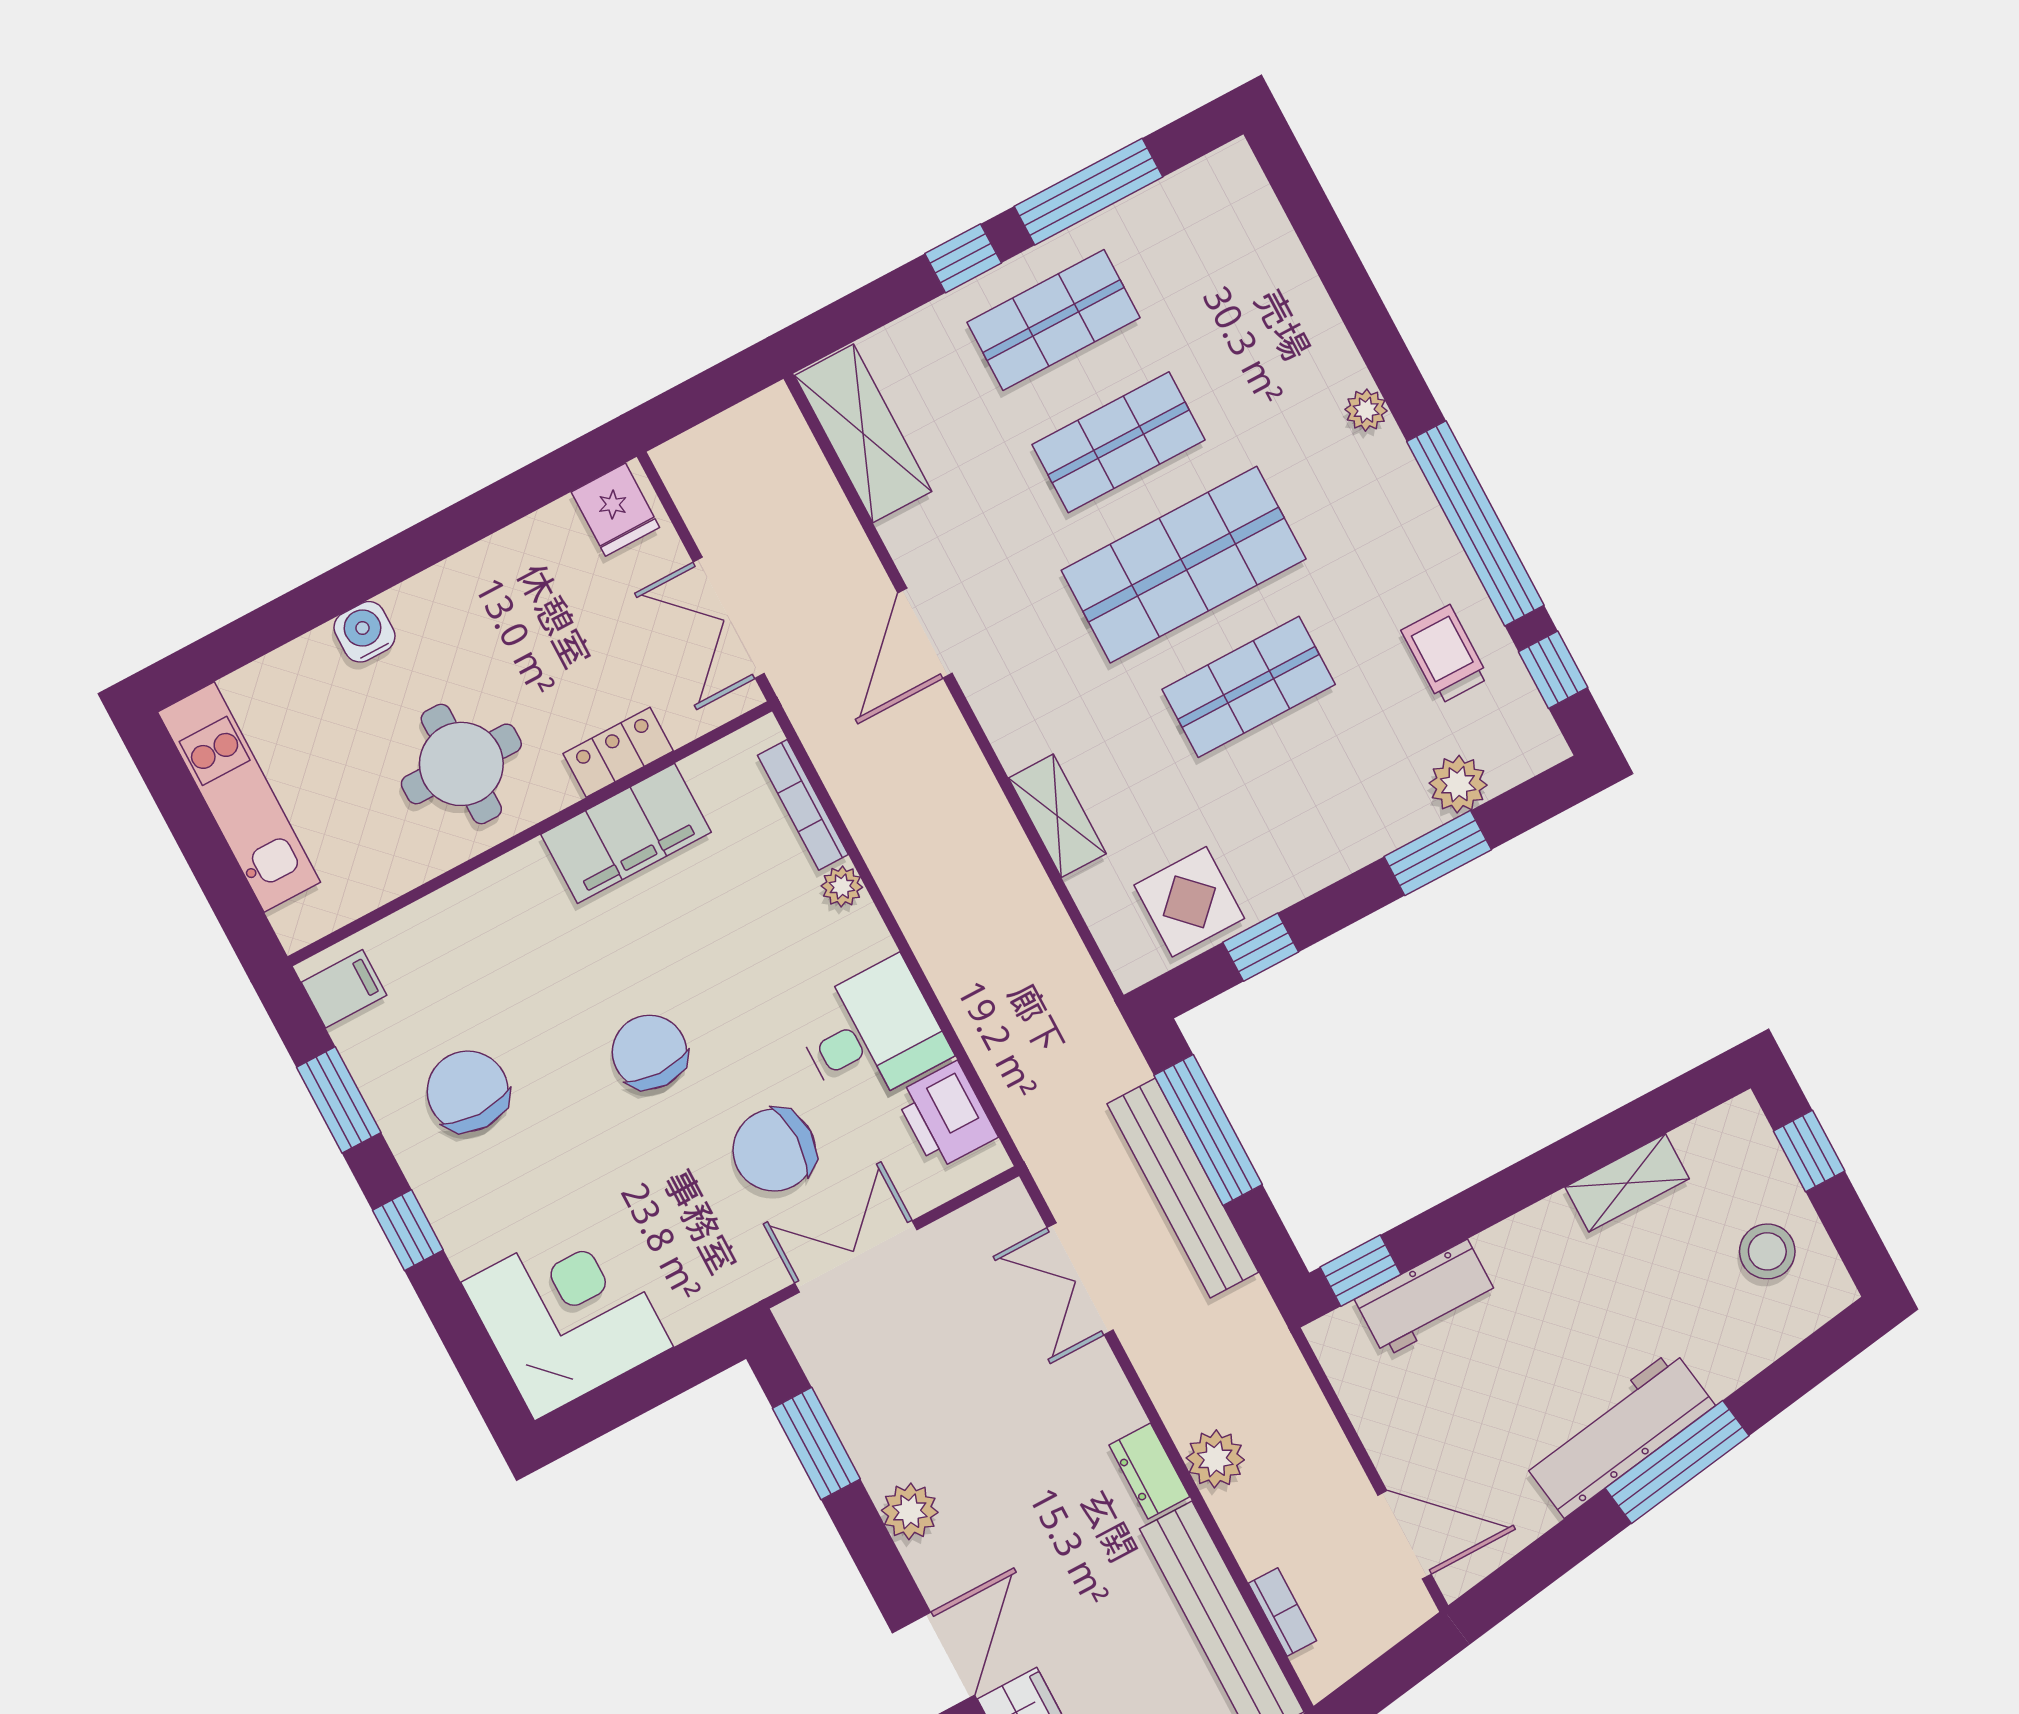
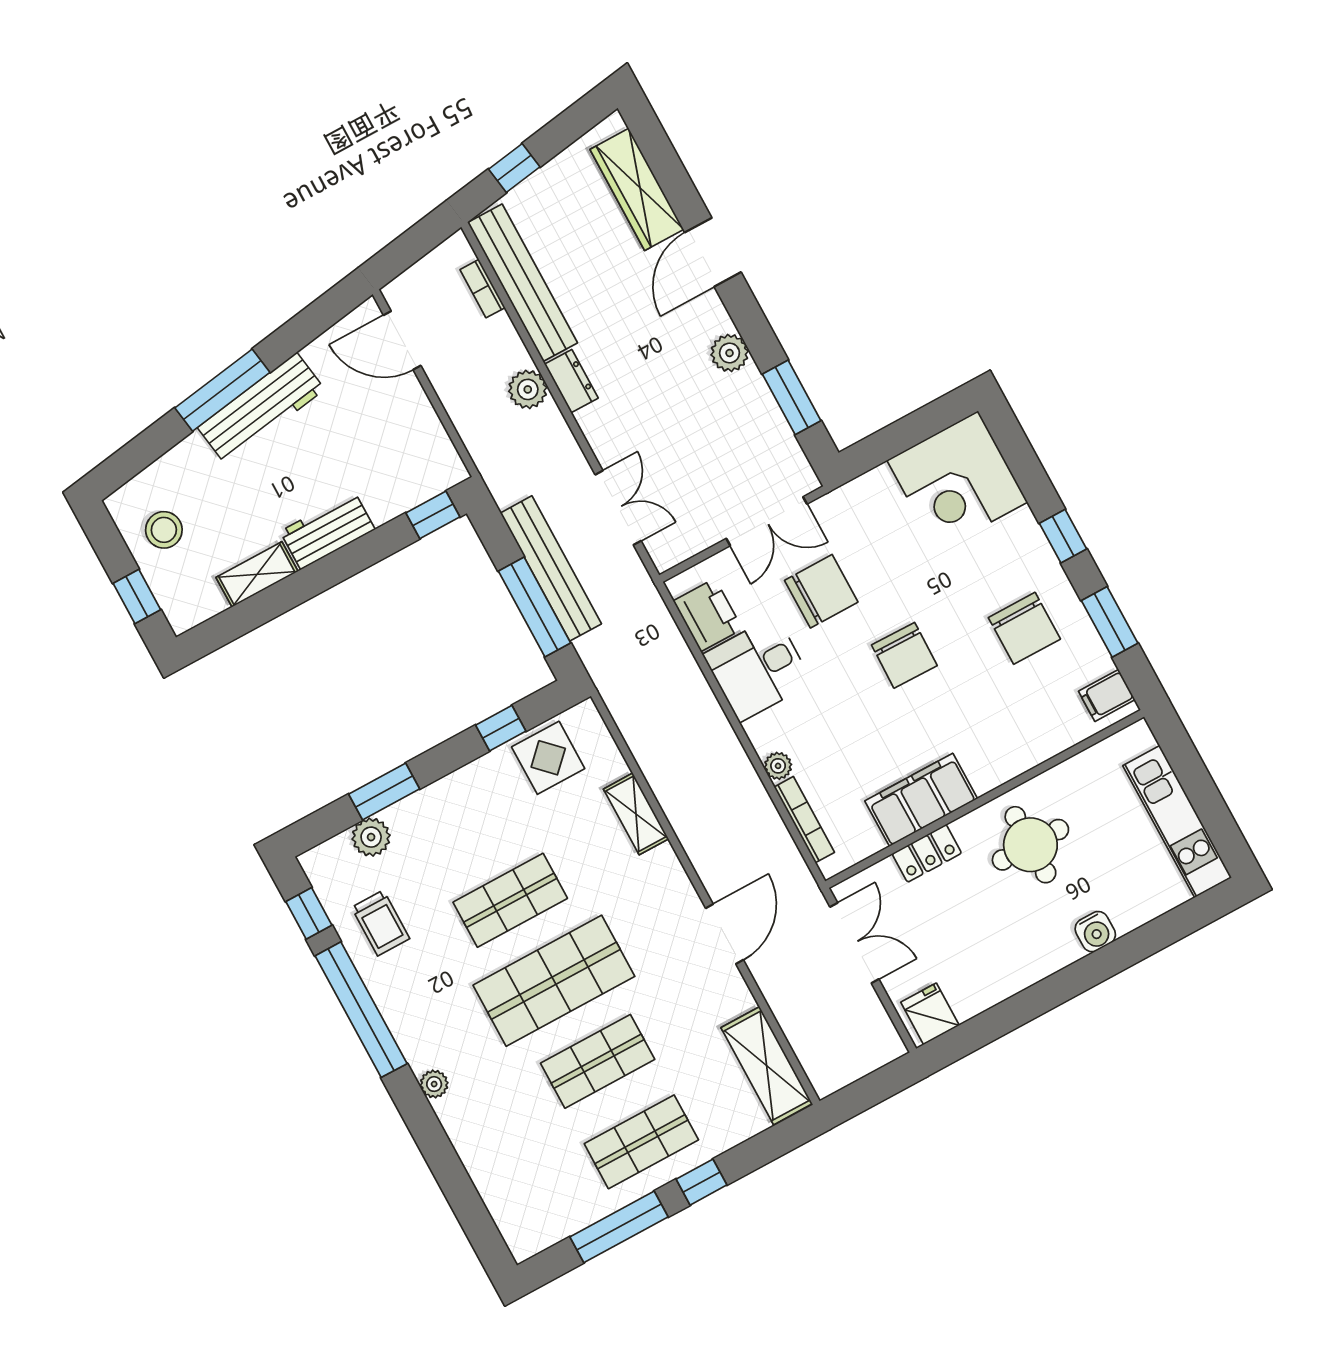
workbench: (1426, 1298) -> (328, 530), moved

